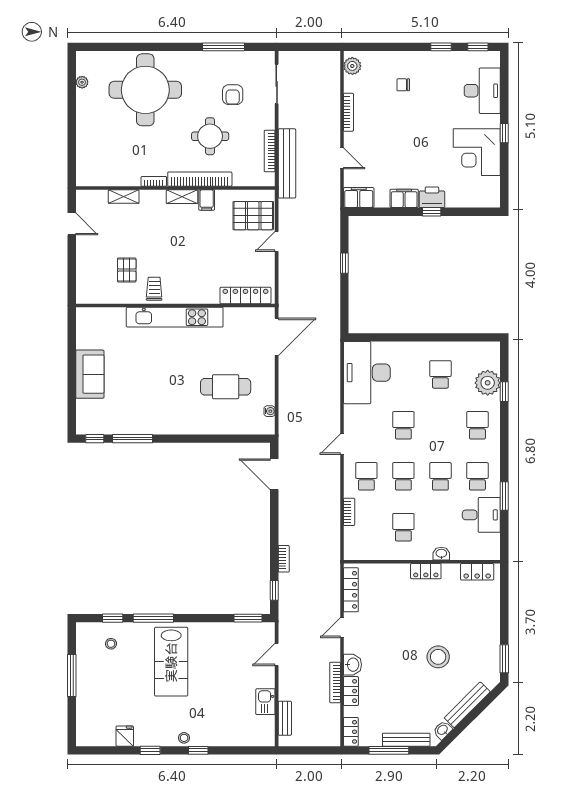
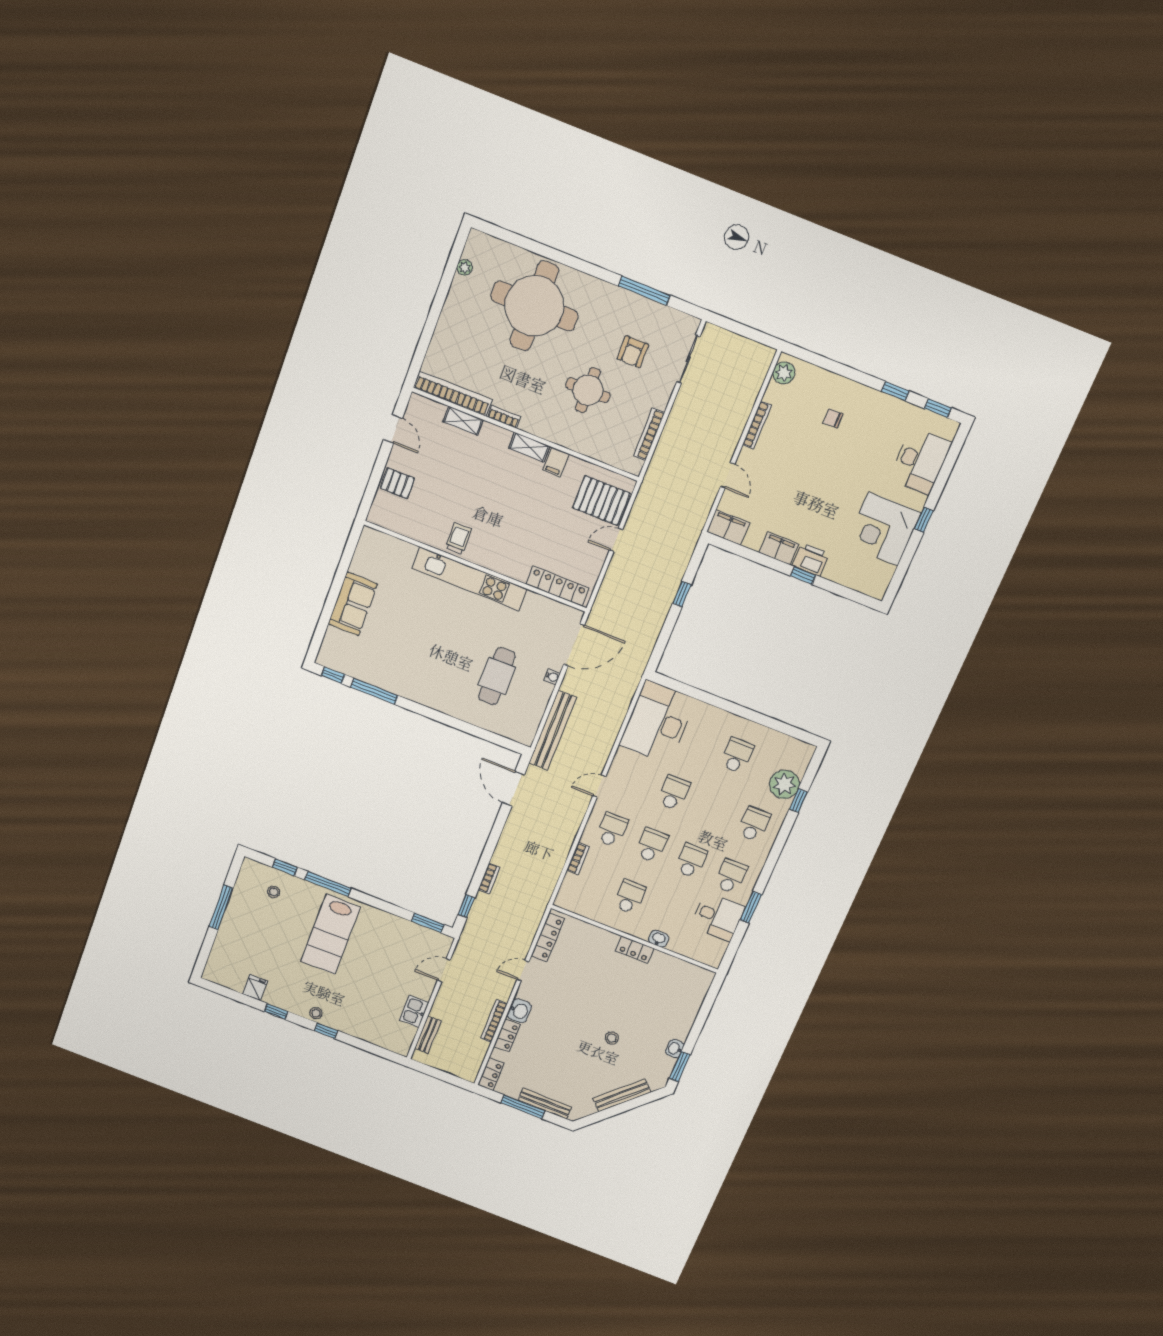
bench: (287, 163) -> (553, 730), moved
bookcase: (200, 179) -> (453, 394), moved
pallet: (127, 270) -> (397, 483), moved, turned 90
cafe table: (226, 387) -> (497, 676), turned 90
water cooler: (270, 411) -> (552, 677), moved
locker: (477, 572) -> (689, 971), removed
stool: (438, 657) -> (612, 1038), width x0.53, depth x0.53
washbasin: (443, 730) -> (675, 1049), moved, turned -45

